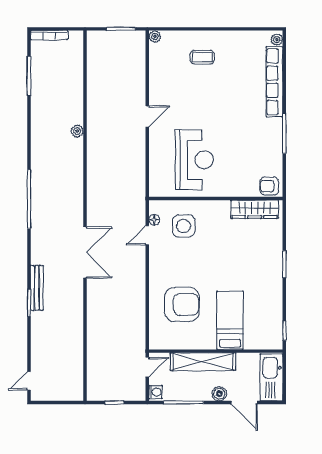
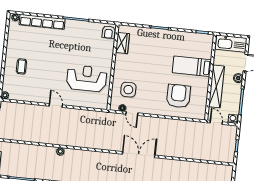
wardrobe: (255, 209) -> (122, 43), width x0.67

